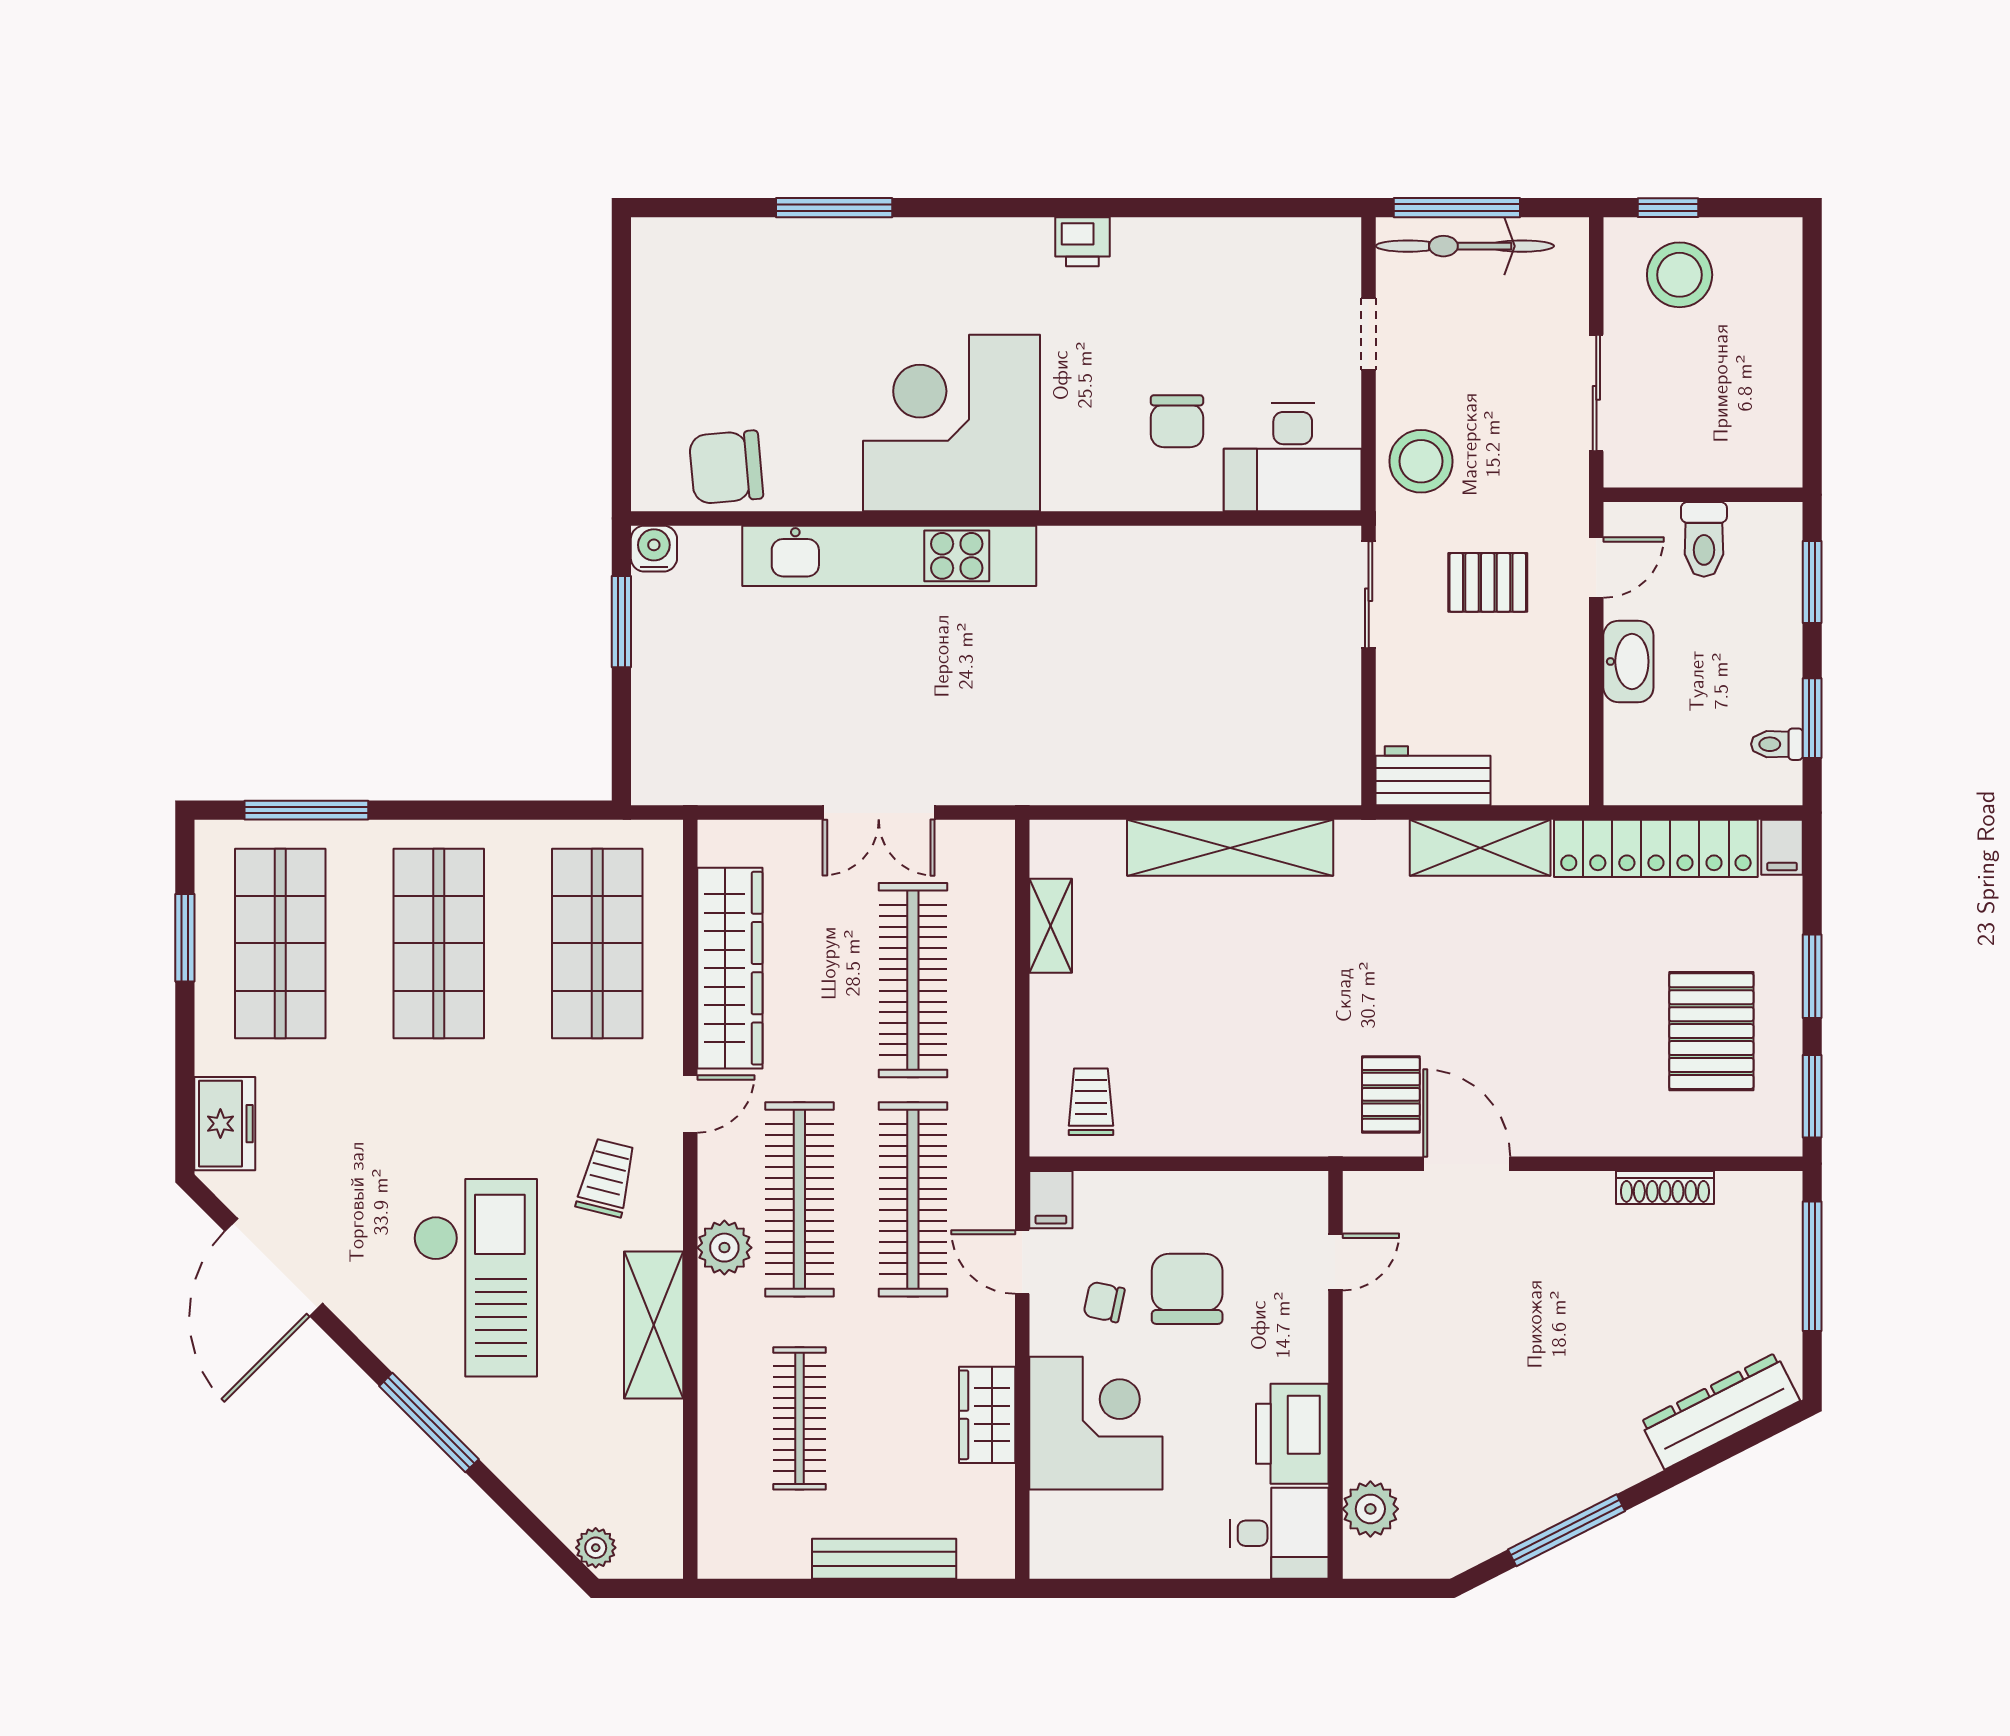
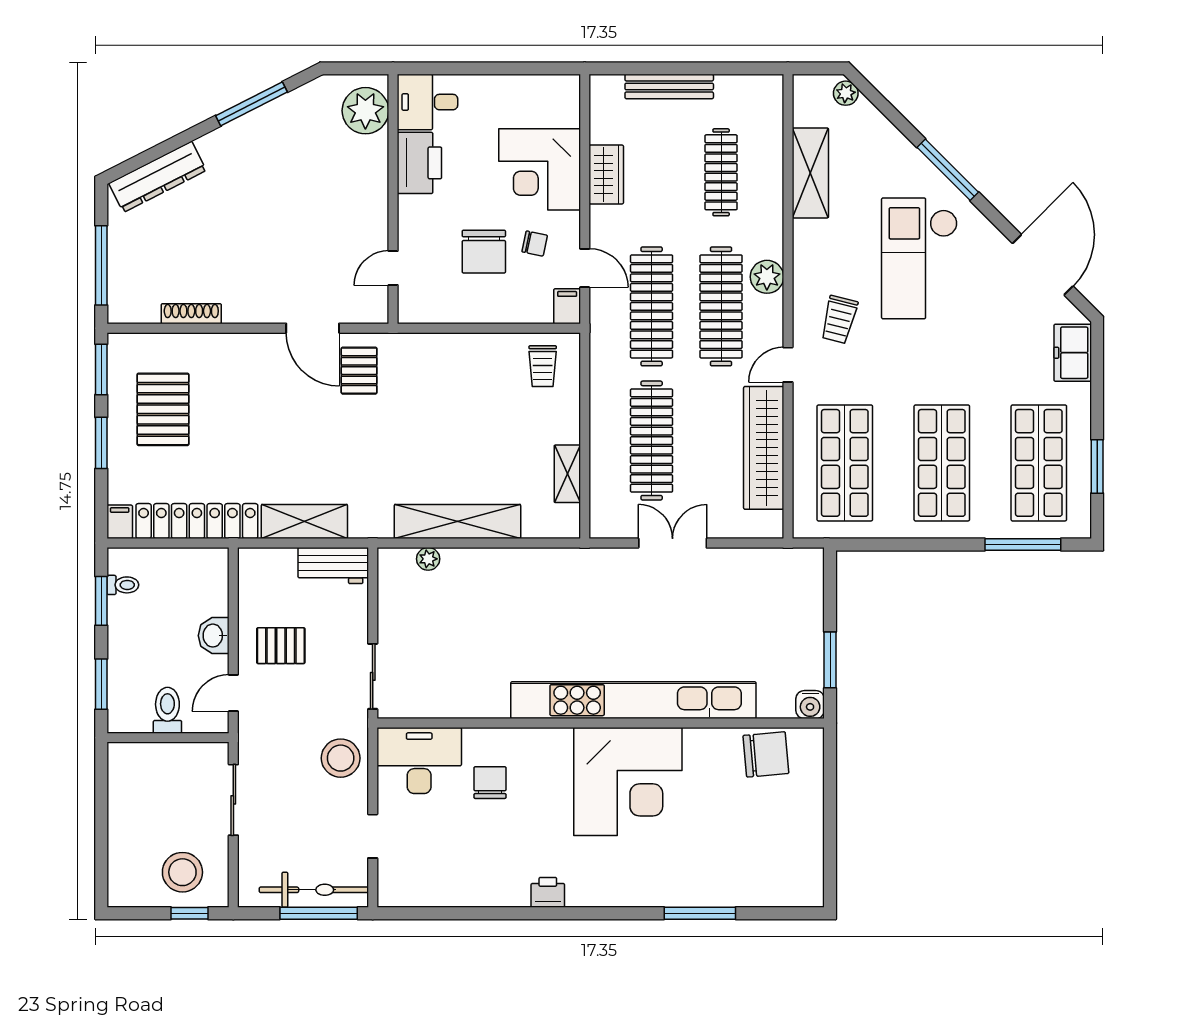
kitchen unit: (889, 556) -> (633, 700), width x1.36
pallet: (1488, 582) -> (281, 646), moved
washbasin: (1628, 661) -> (214, 636), width x0.72
plant: (1278, 787) -> (428, 559), added
shelving: (654, 1325) -> (810, 173), moved
plant: (1370, 1509) -> (365, 111), width x1.36, depth x1.36

